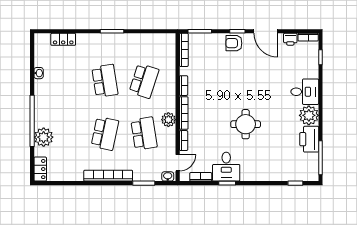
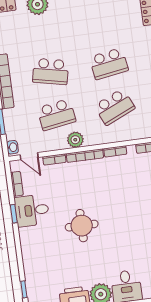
school desk: (144, 81) -> (115, 107), turned -42

